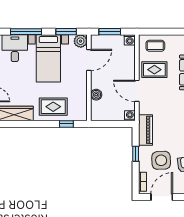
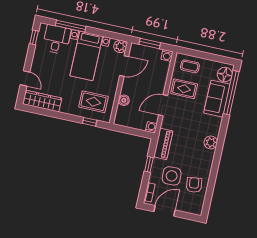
window: (66, 32) -> (109, 34), removed
door: (137, 91) -> (163, 105), hinge flipped
rug: (53, 107) -> (93, 102), moved

